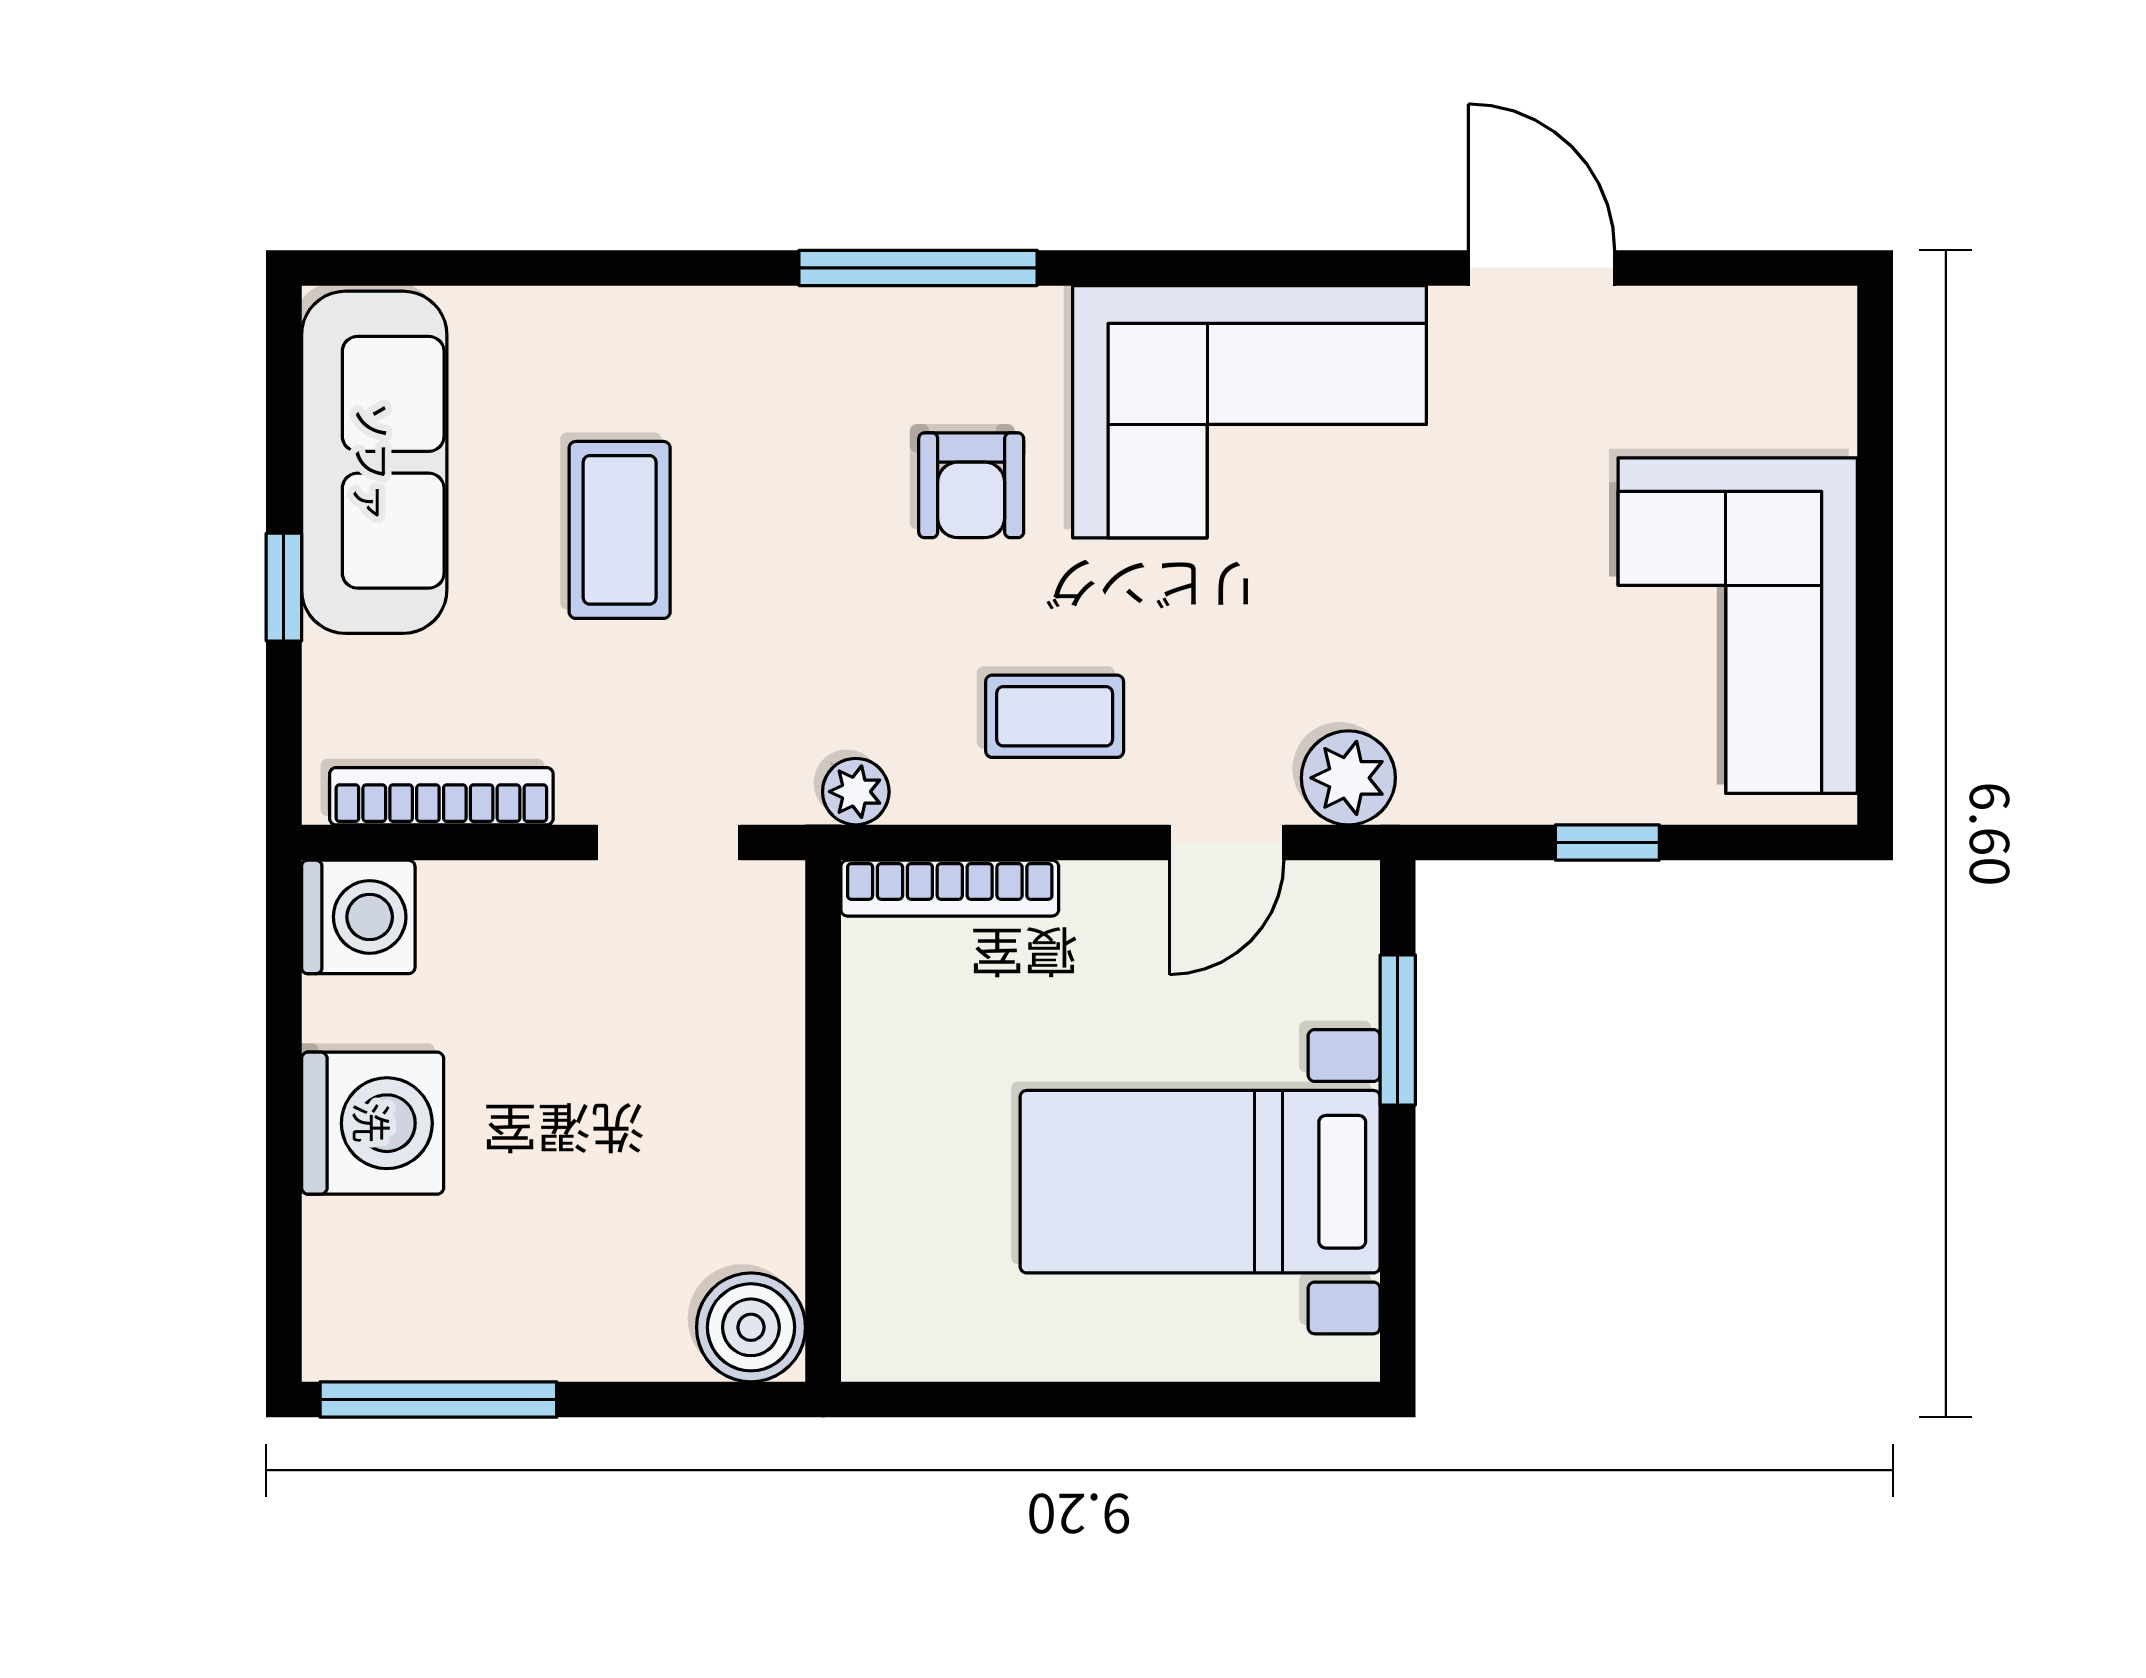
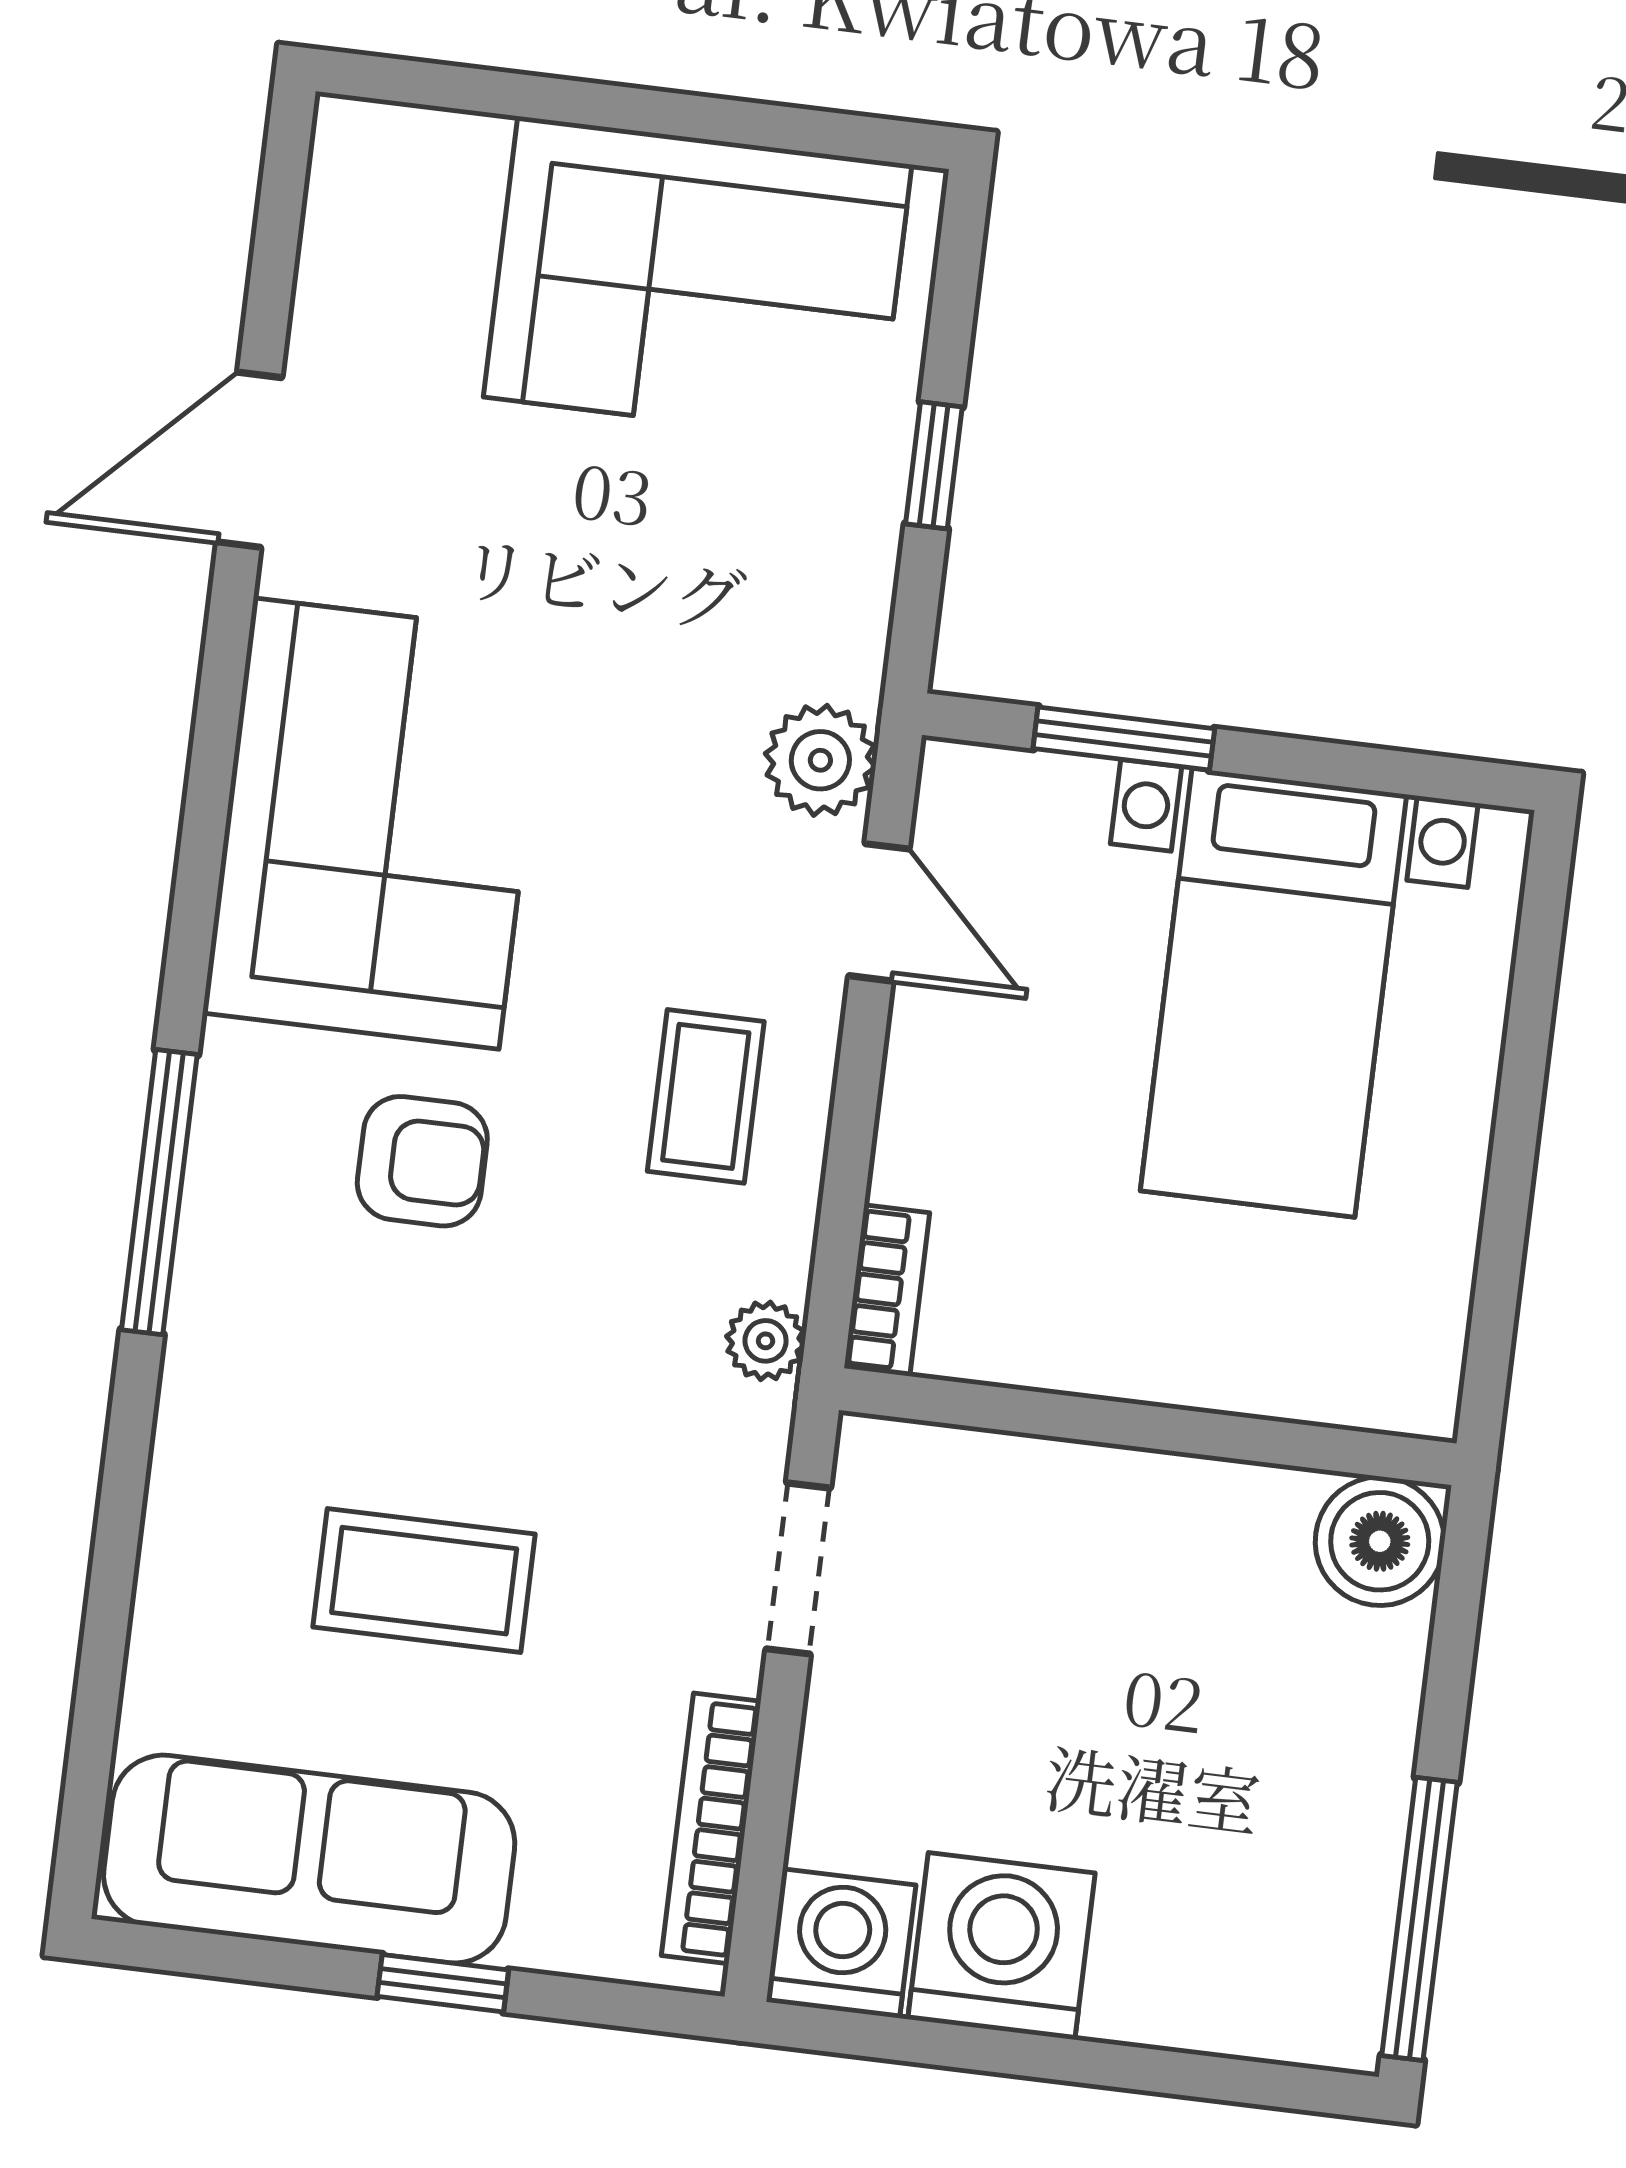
bookcase: (950, 888) -> (887, 1290), width x0.64
washing machine: (373, 1123) -> (1001, 1946), moved

